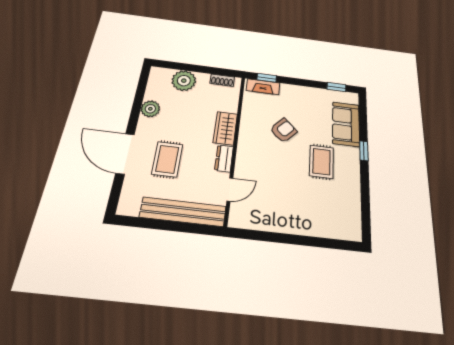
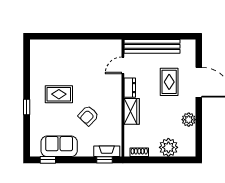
sofa: (346, 124) -> (59, 146), moved, turned -90
rug: (322, 162) -> (59, 94), turned 90

